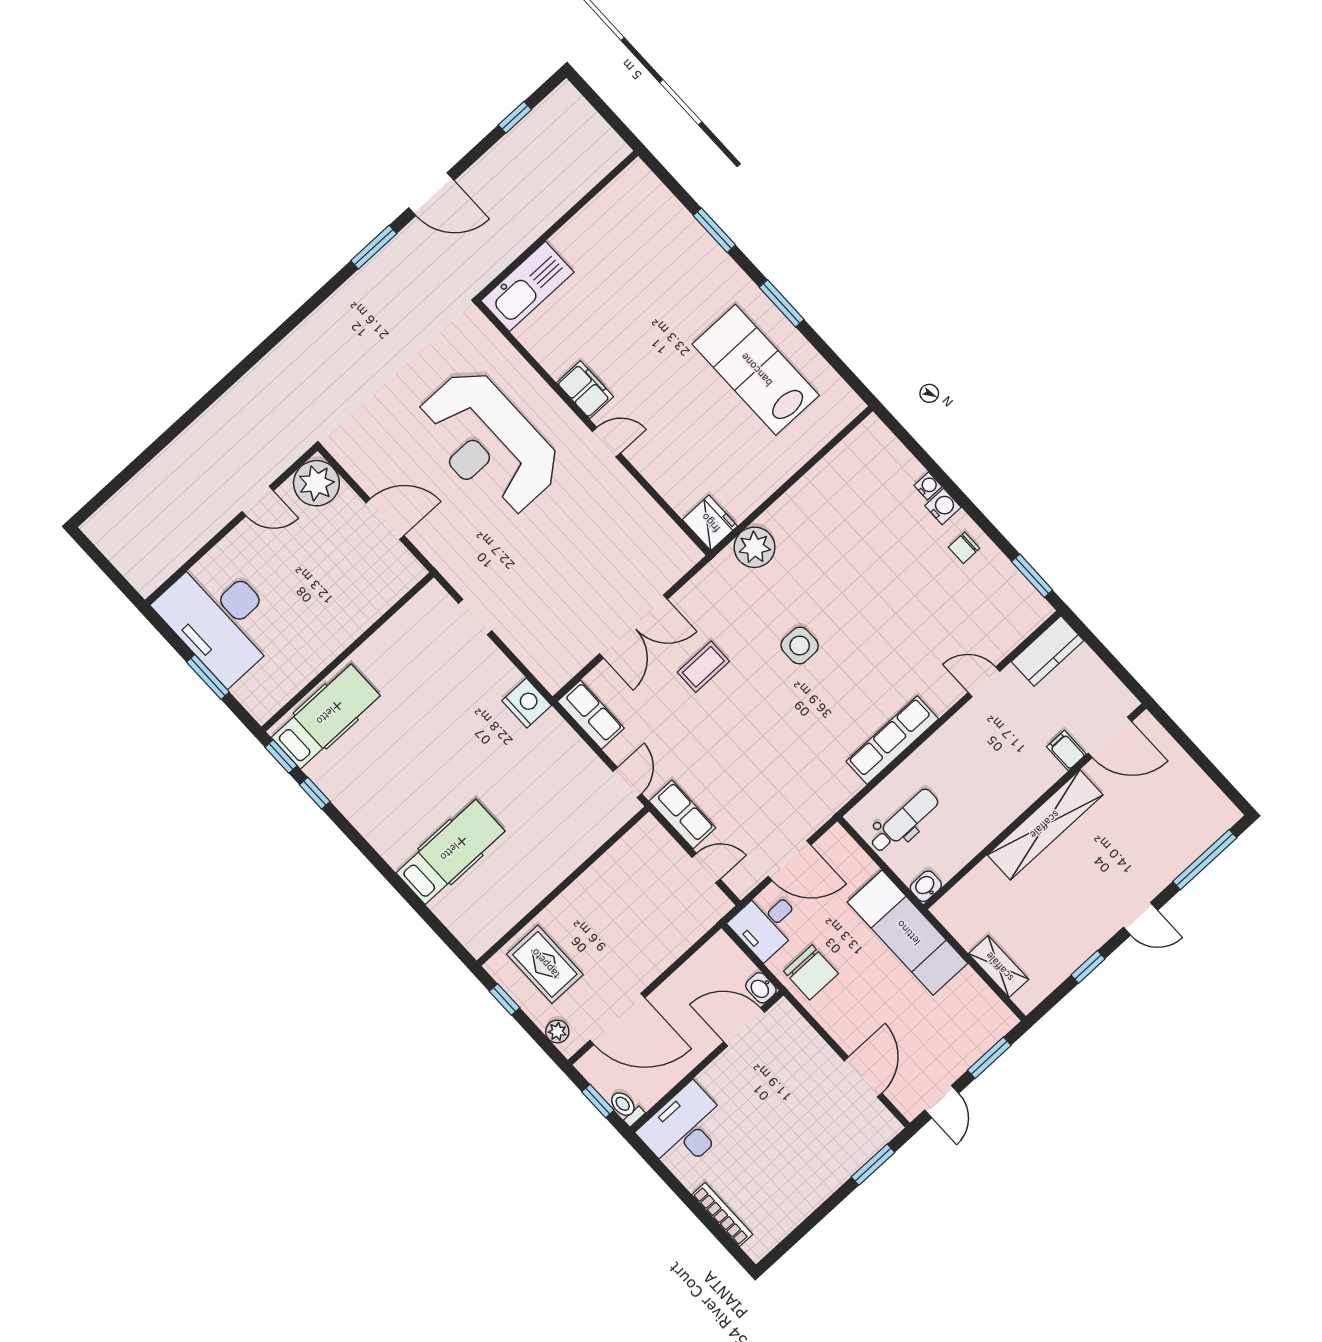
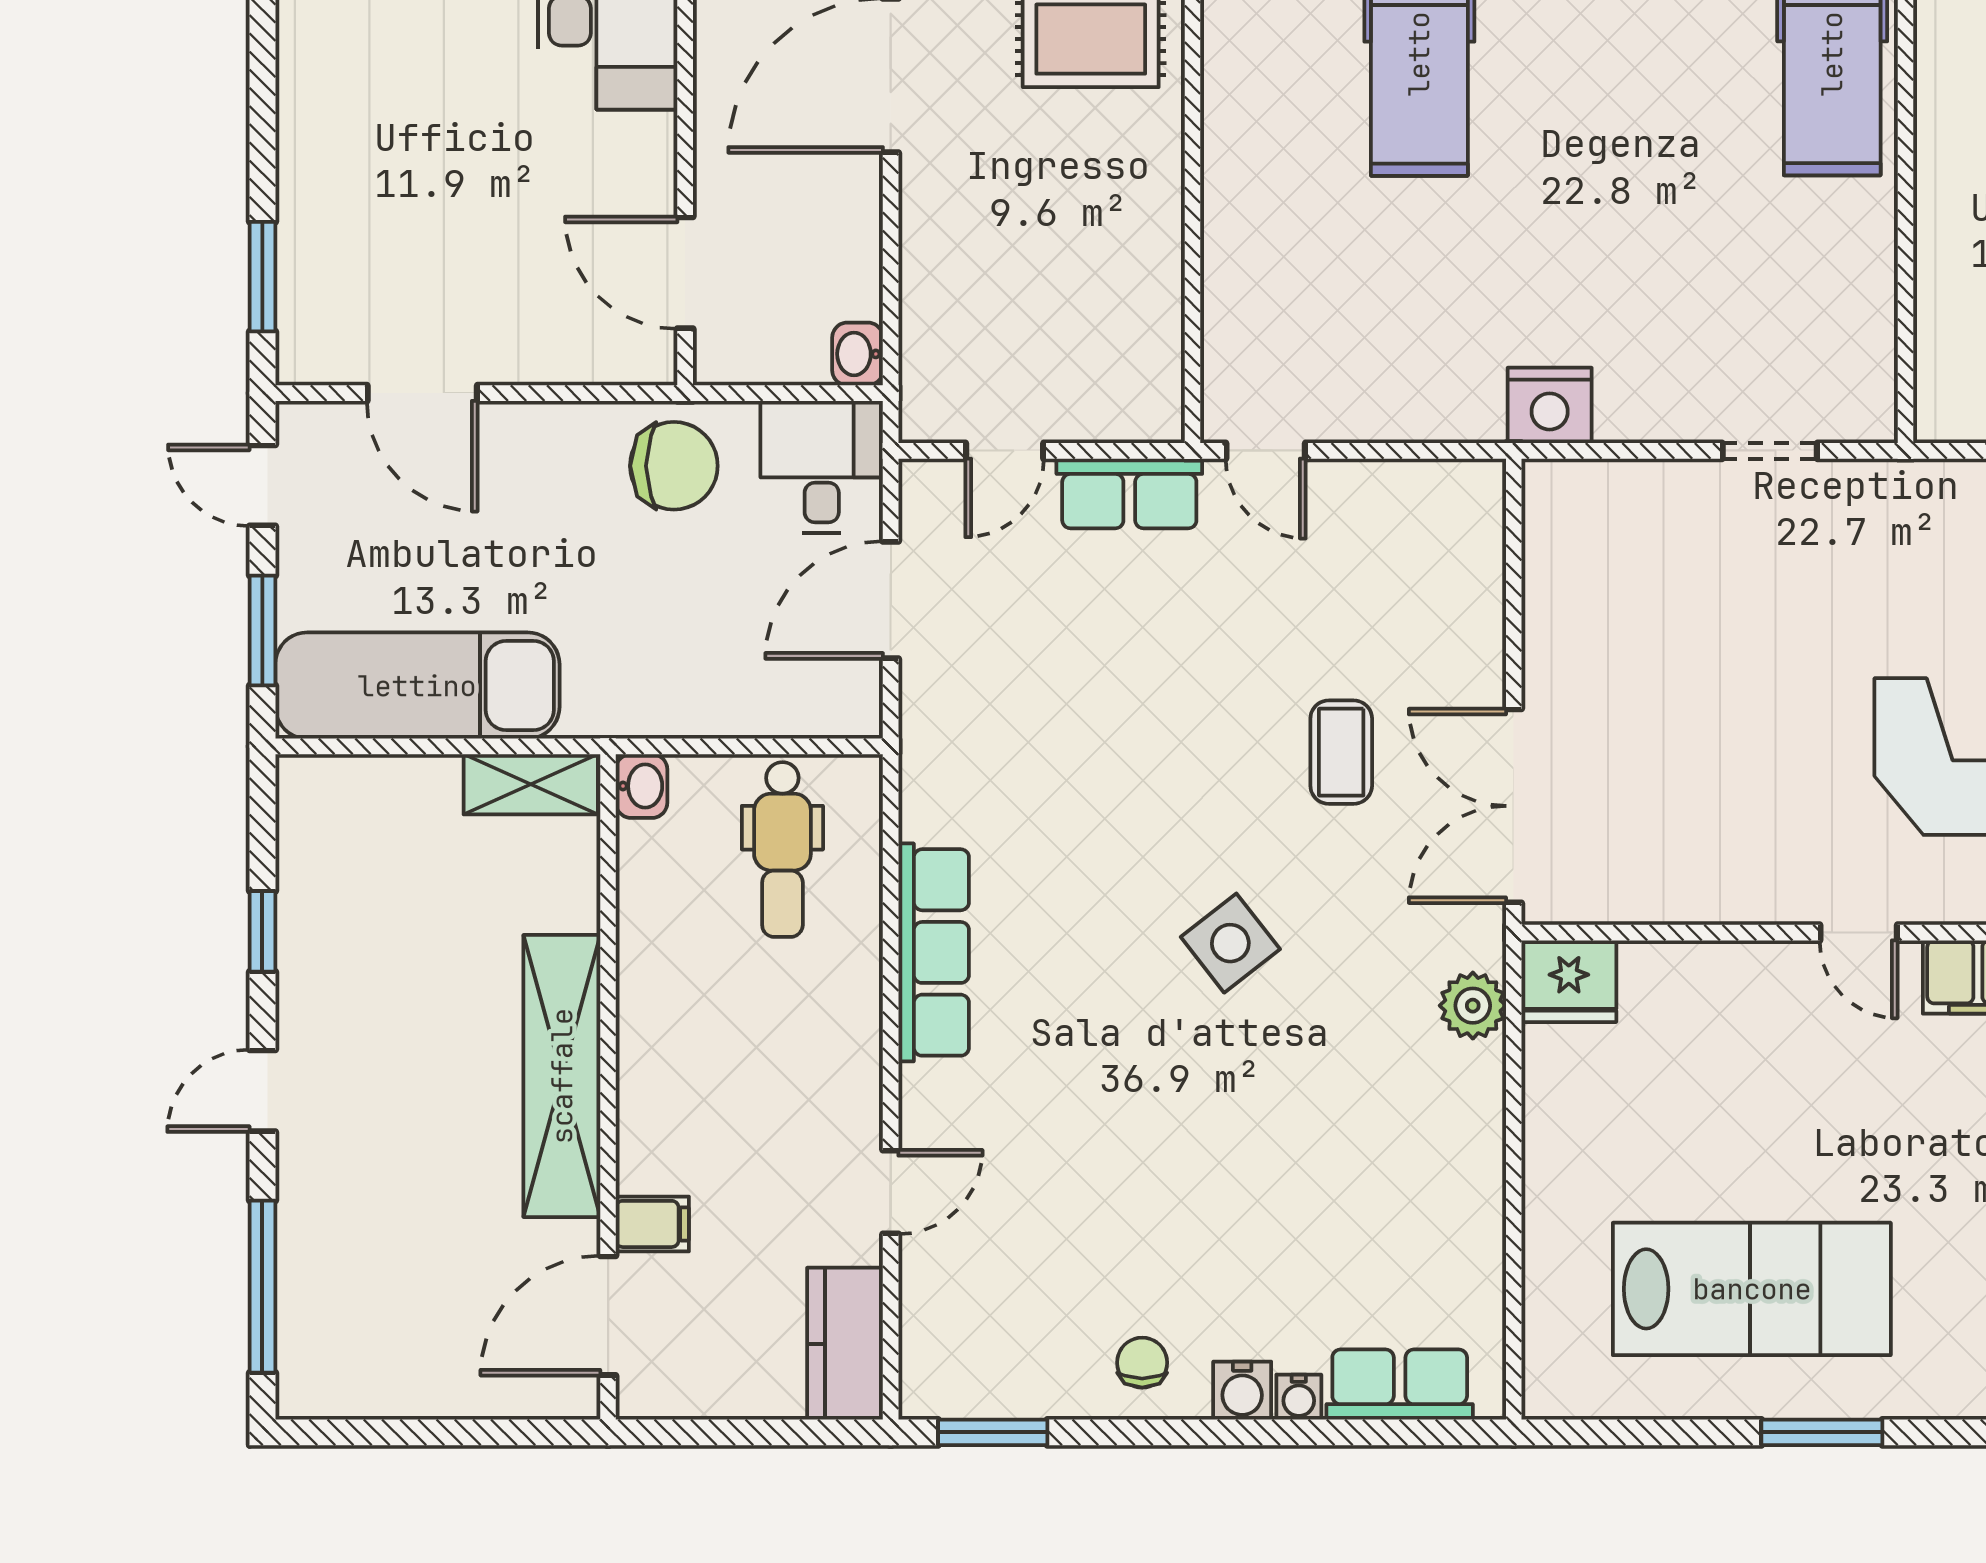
door: (606, 442) -> (1859, 933), hinge flipped
plant: (755, 547) -> (1473, 1006), width x0.73, depth x0.73
double door: (633, 627) -> (1514, 806), moved
side table: (800, 645) -> (1230, 943), turned -38
row of seats: (591, 715) -> (1400, 1384), moved, turned 180
exam couch: (908, 933) -> (417, 686), moved
shelving: (999, 967) -> (531, 784), moved
chair: (811, 972) -> (674, 466), turned 180
washbasin: (761, 988) -> (858, 354), moved, turned -90
door: (744, 1027) -> (685, 273), swing flipped

